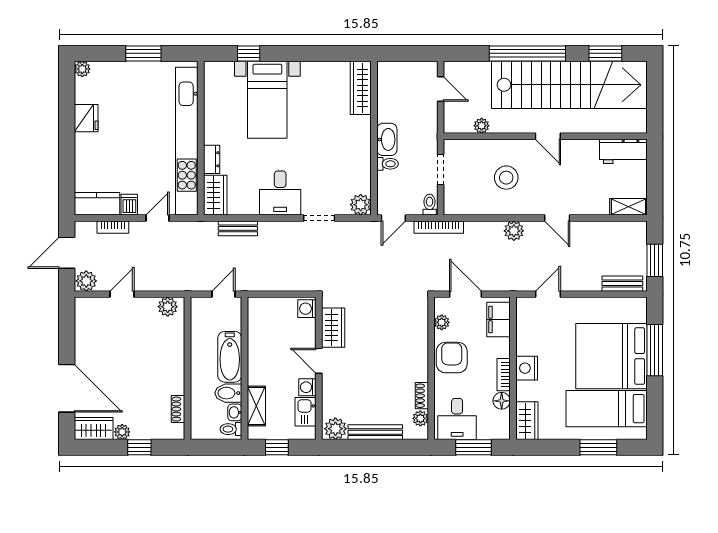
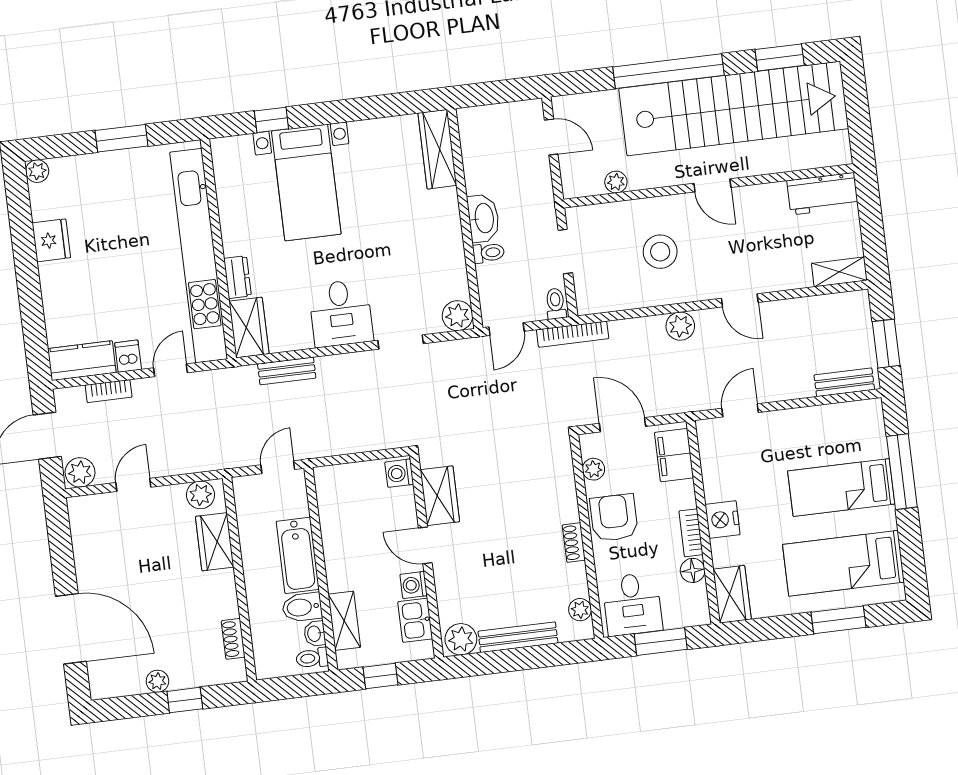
bed: (611, 356) -> (841, 488), width x0.49
shoe rack: (422, 396) -> (574, 542), moved
wardrobe: (94, 429) -> (215, 542), moved, turned -90

